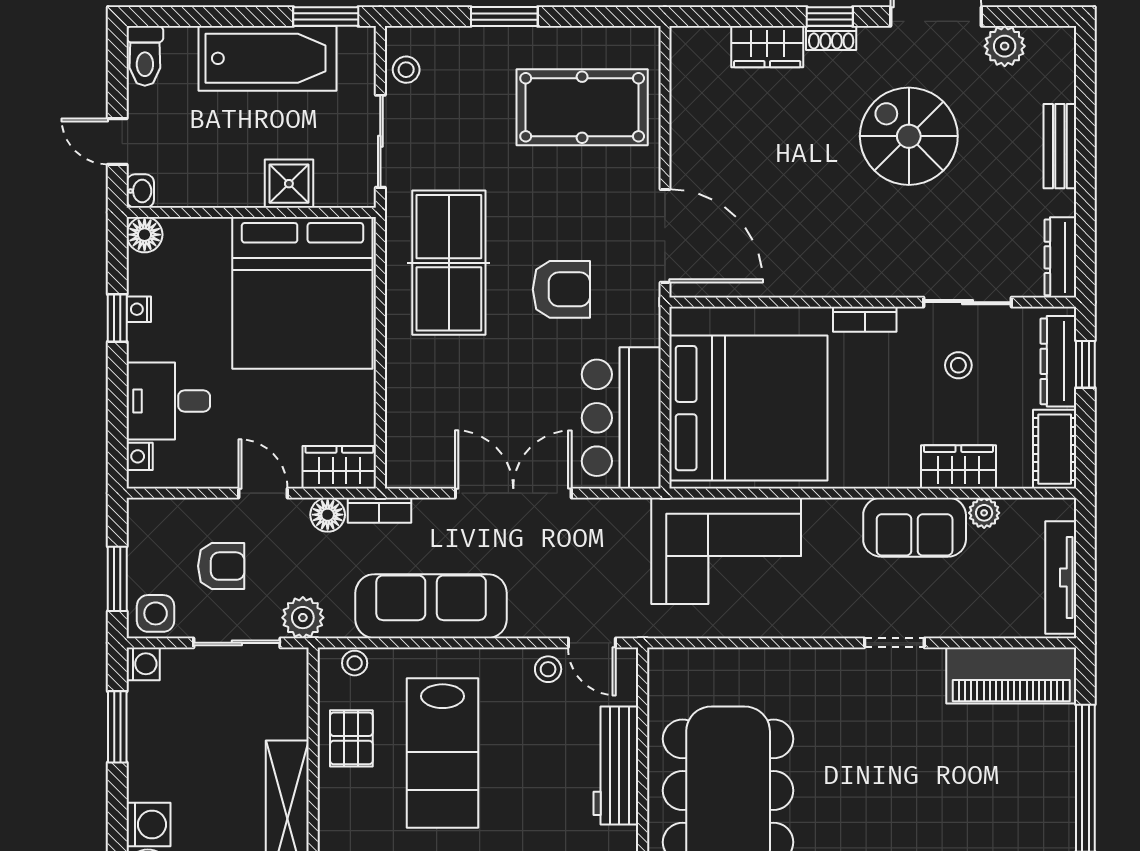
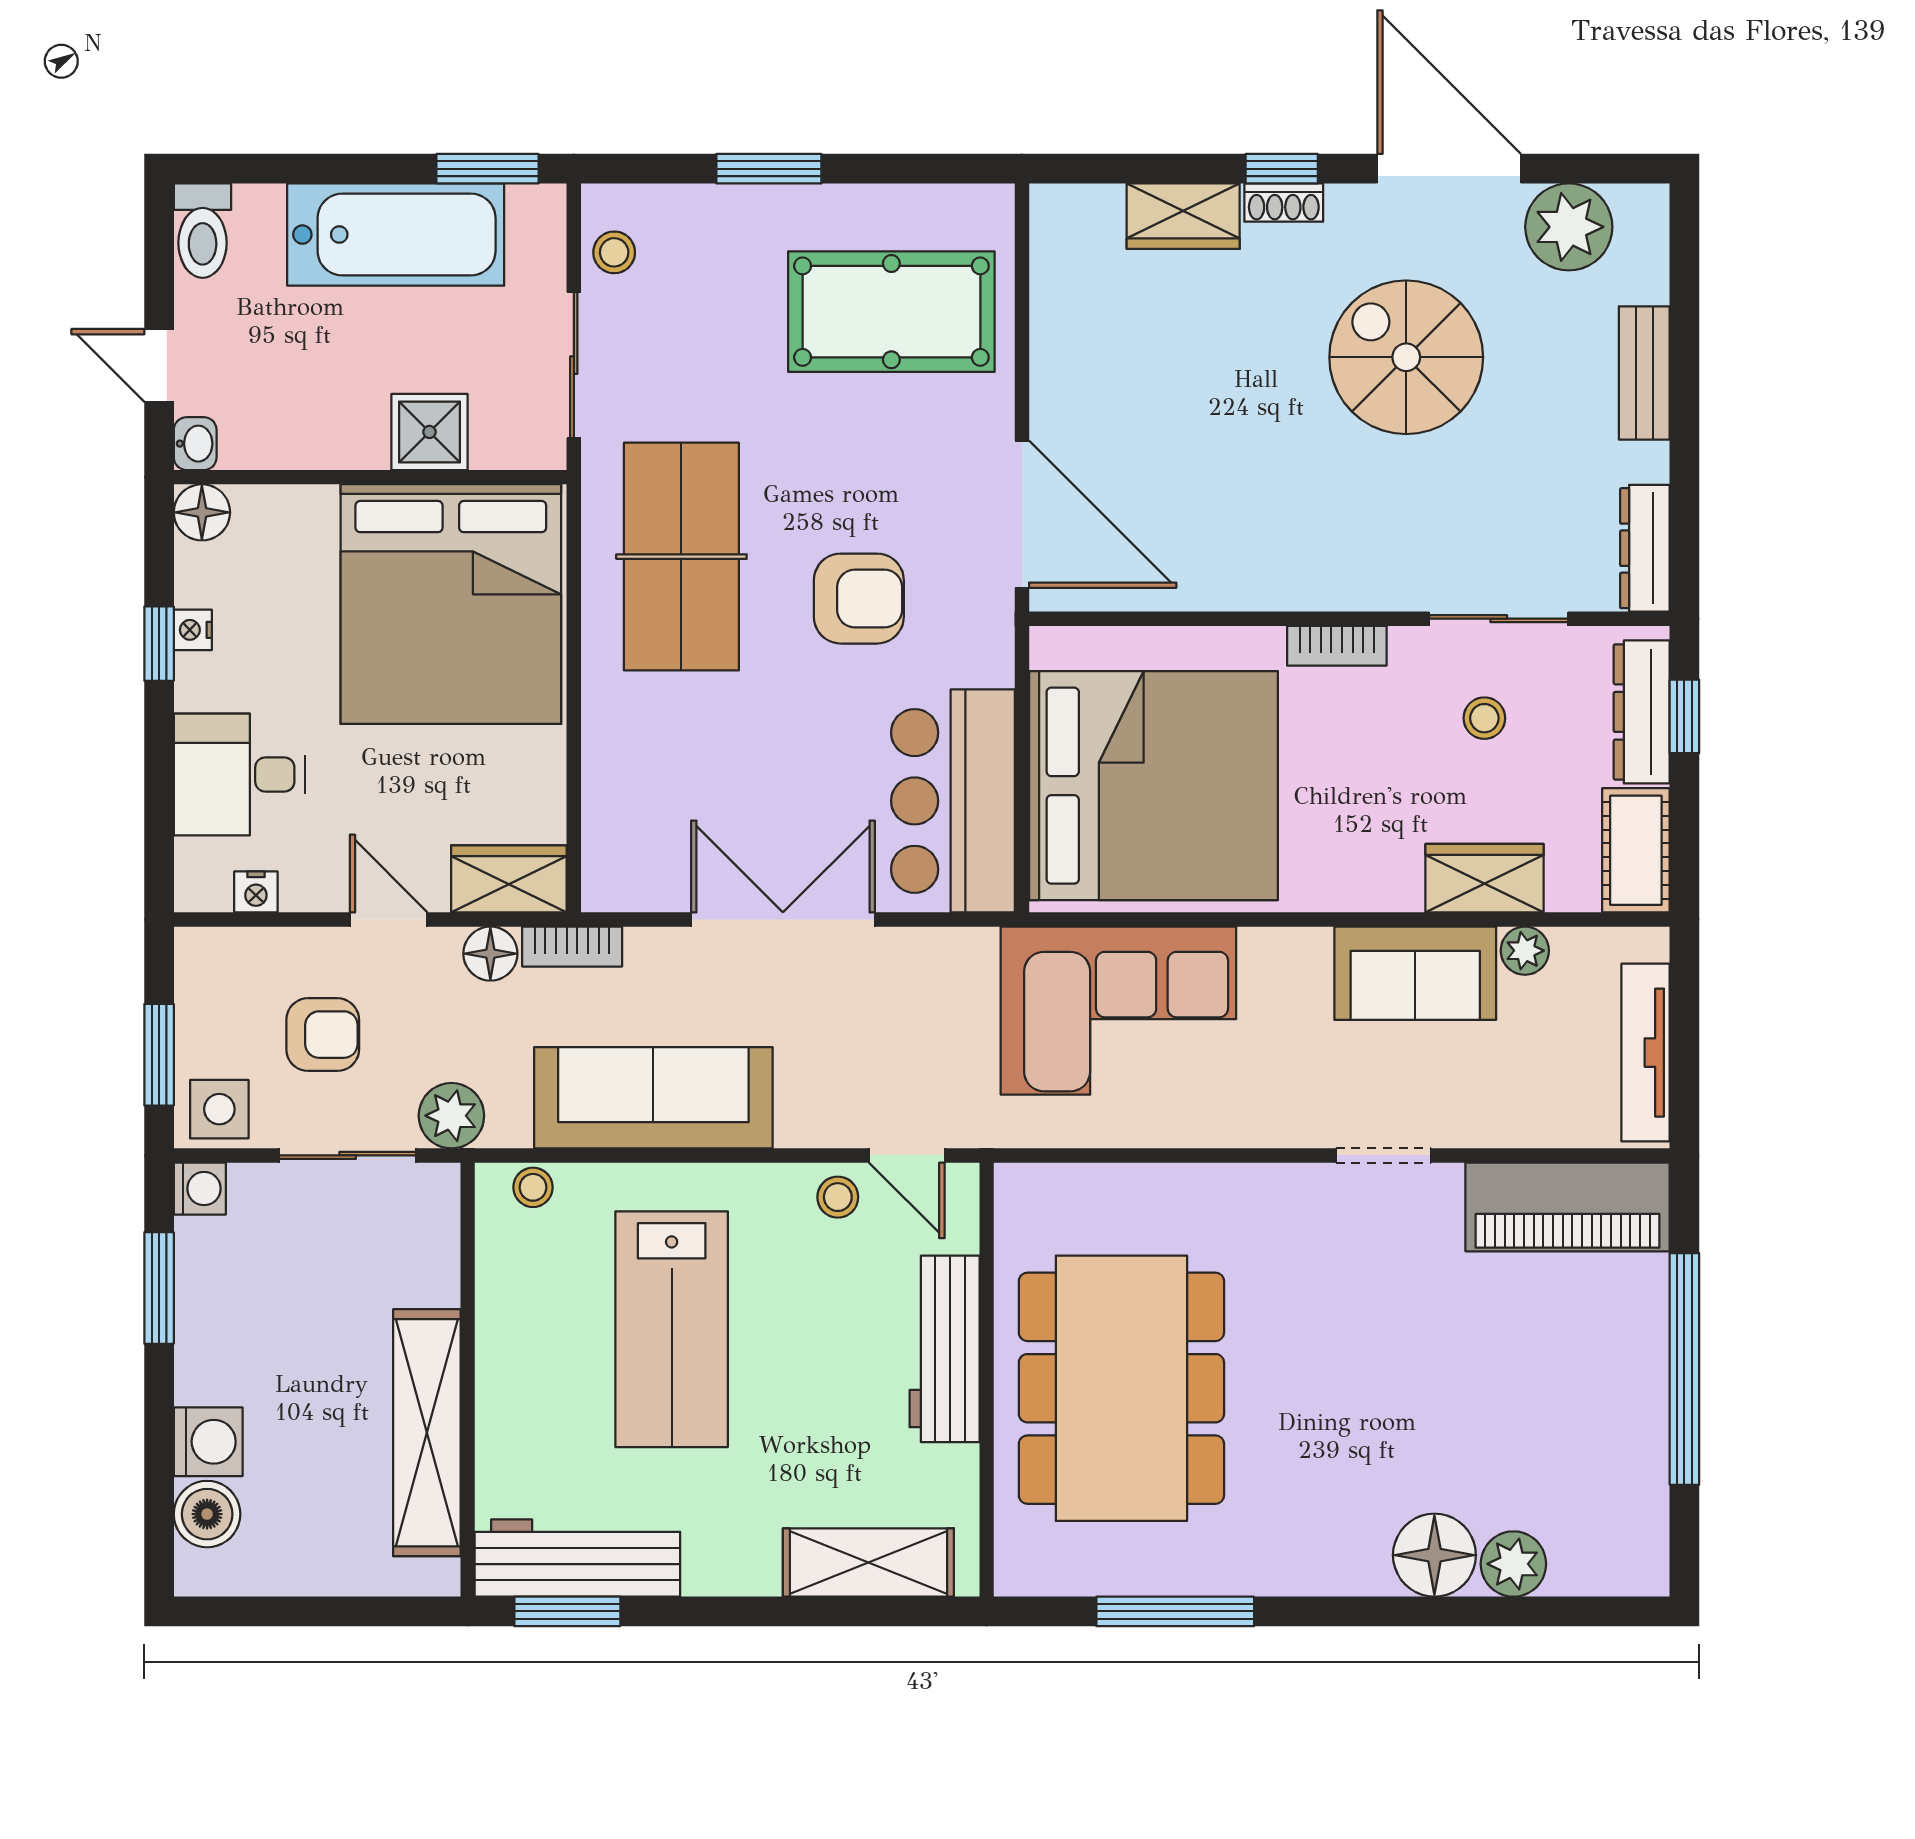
plant: (1005, 46) -> (1569, 227), width x1.36, depth x1.36
nightstand: (140, 456) -> (256, 892), moved, turned -90
pallet: (351, 738) -> (528, 1306), removed

